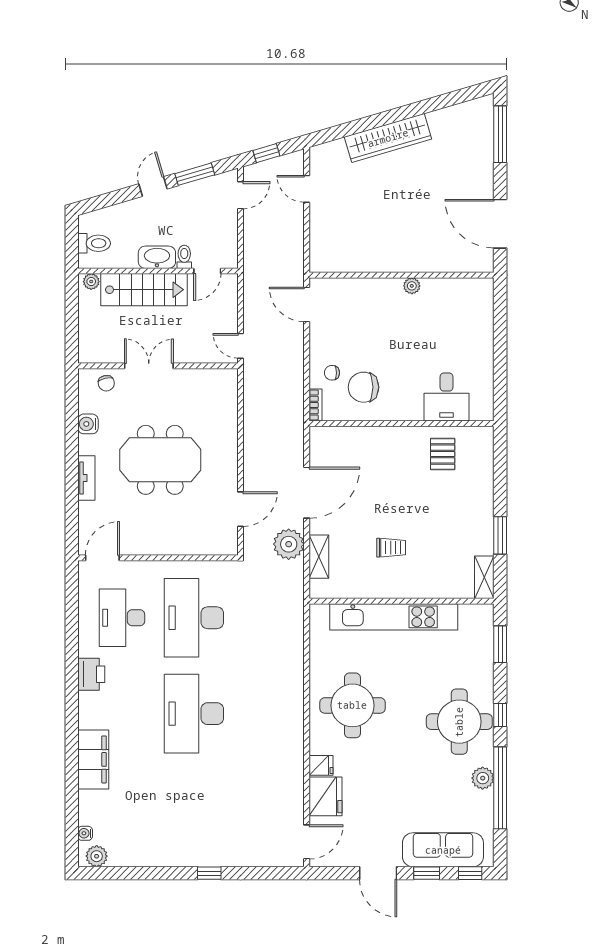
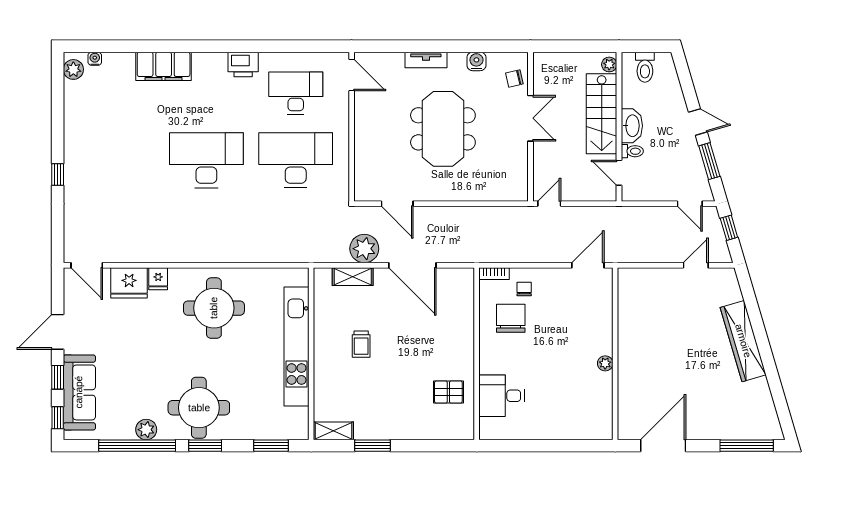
window: (500, 715) -> (205, 446), width x1.50

